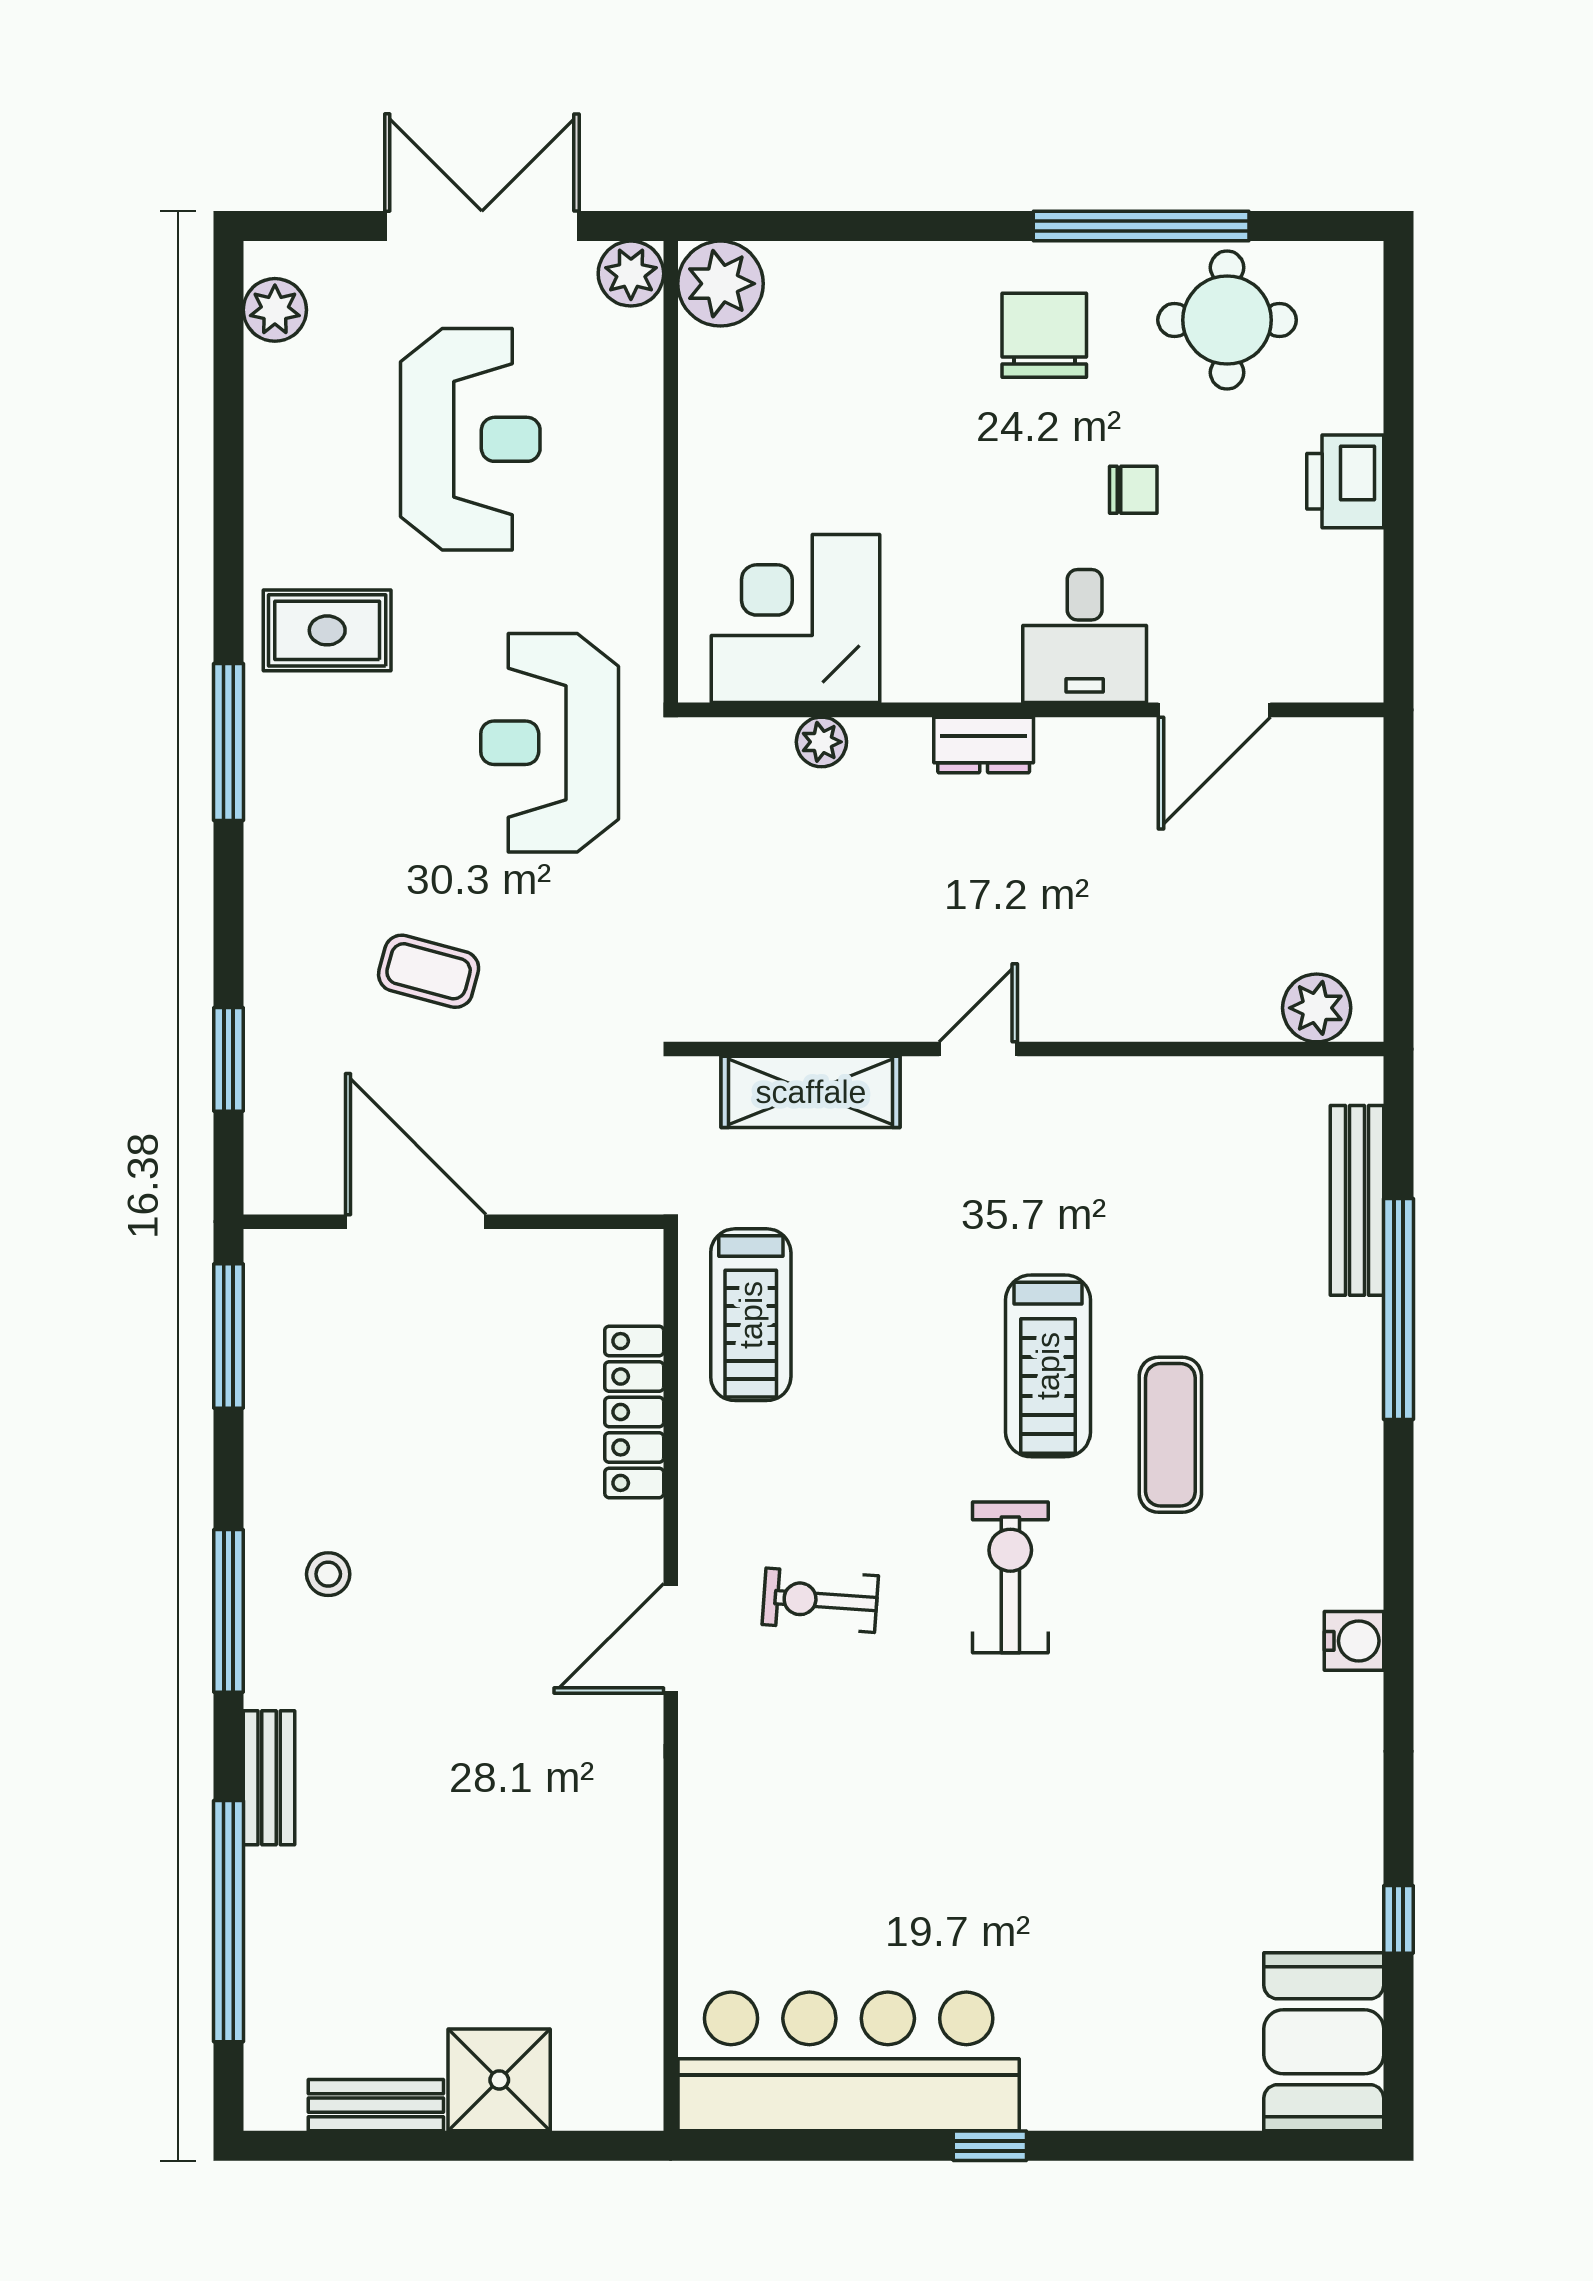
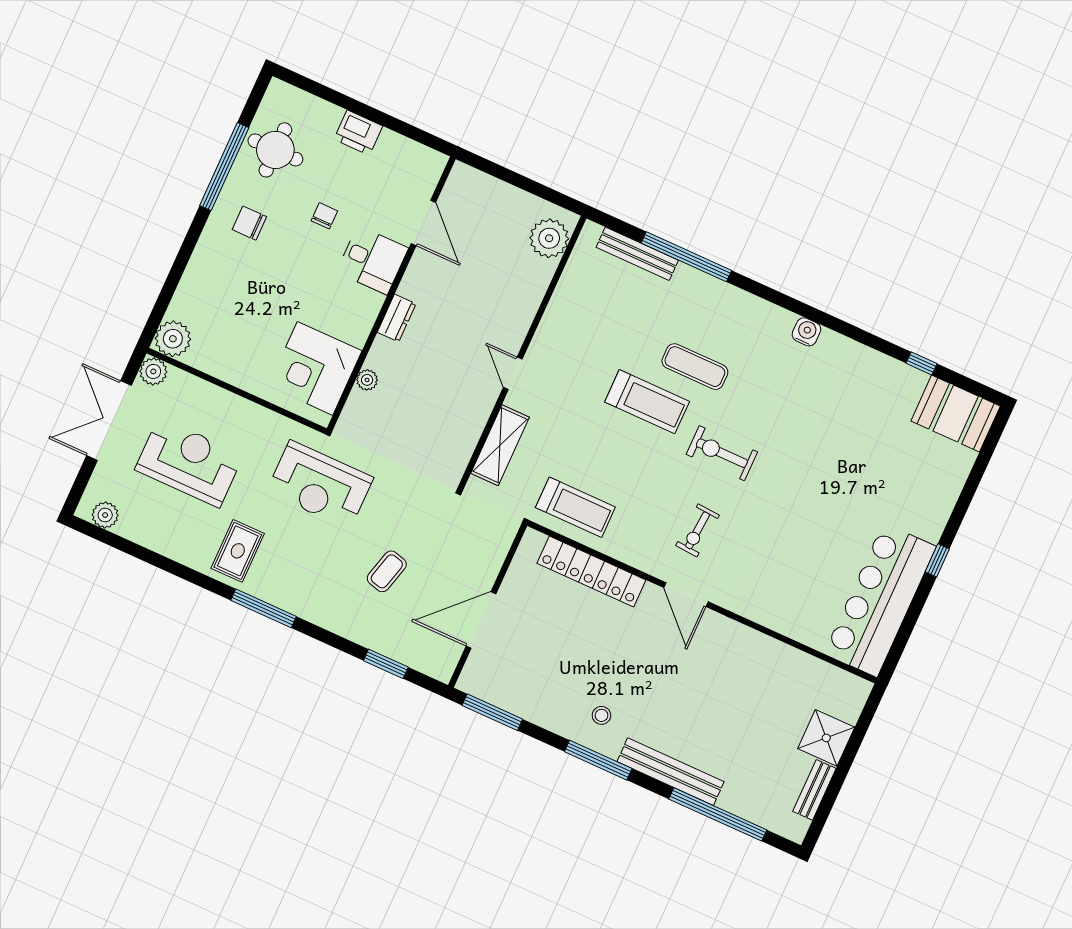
chair: (1044, 335) -> (249, 223), width x0.73, depth x0.73
plant: (1317, 1008) -> (549, 238), width x1.36, depth x1.36
locker: (634, 1412) -> (591, 572), width x1.41, depth x1.21
bench: (269, 1778) -> (671, 772), width x1.86, depth x1.21

